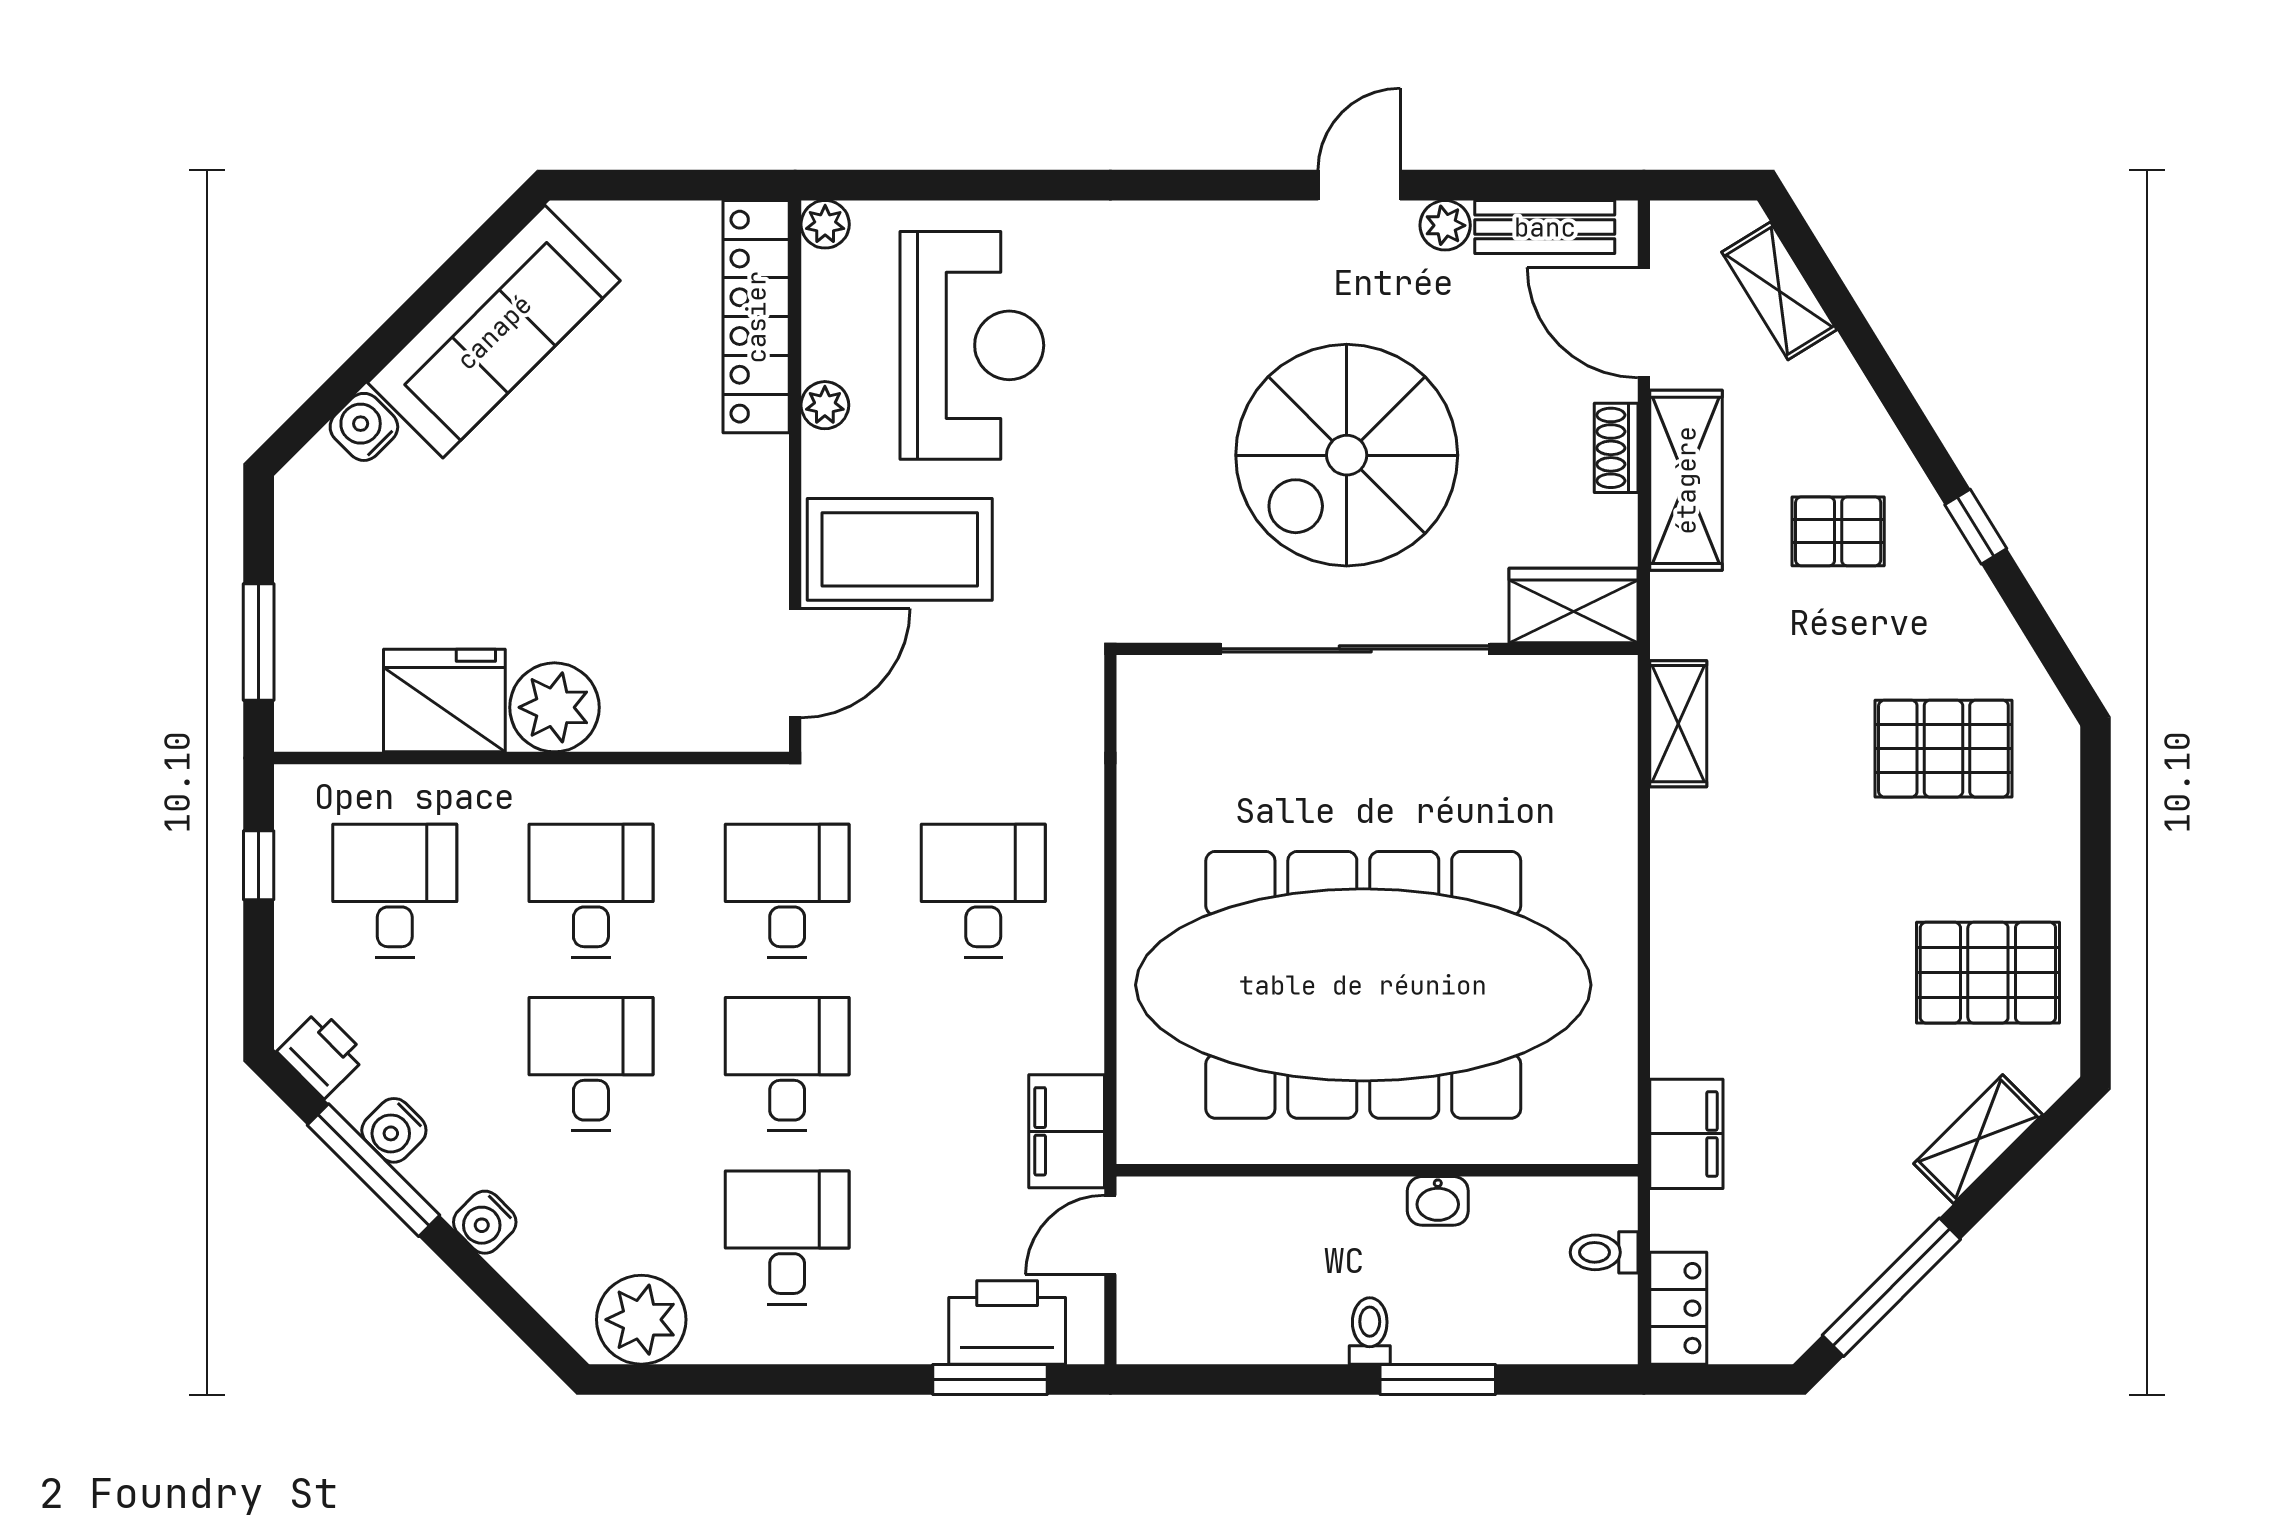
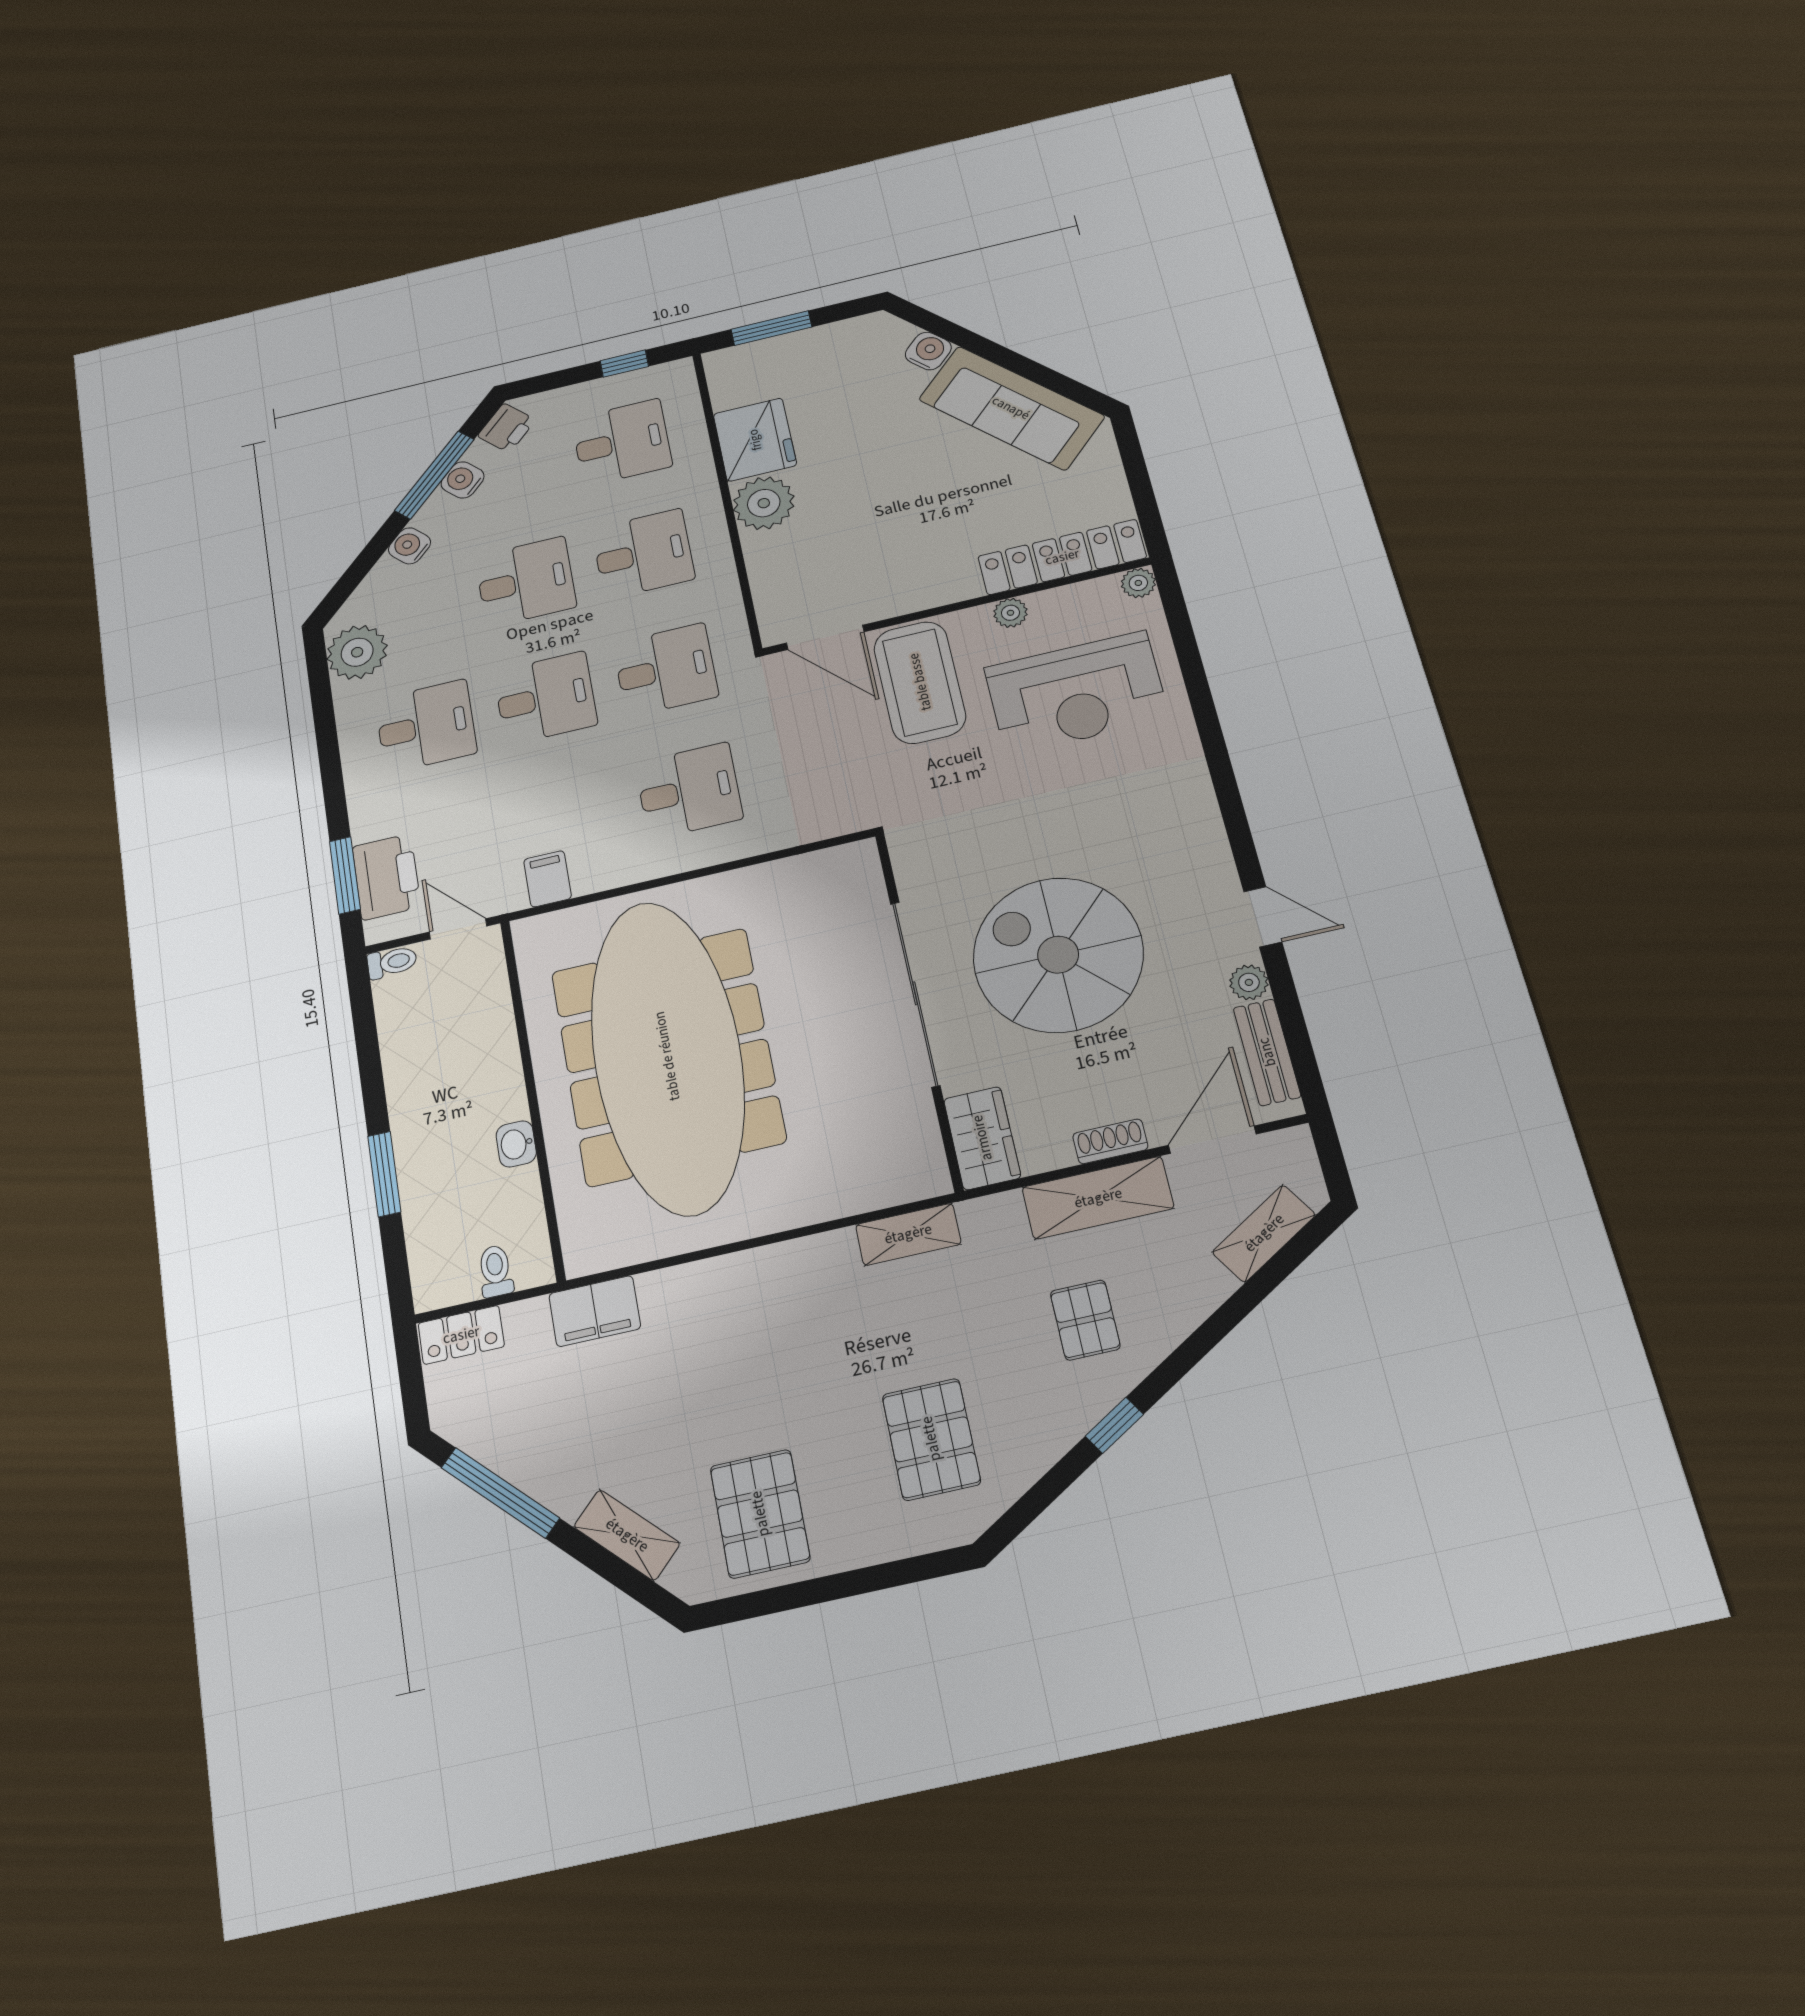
filing cabinet: (1067, 1131) -> (548, 879), width x0.50
toilet: (1370, 1331) -> (392, 962), moved

